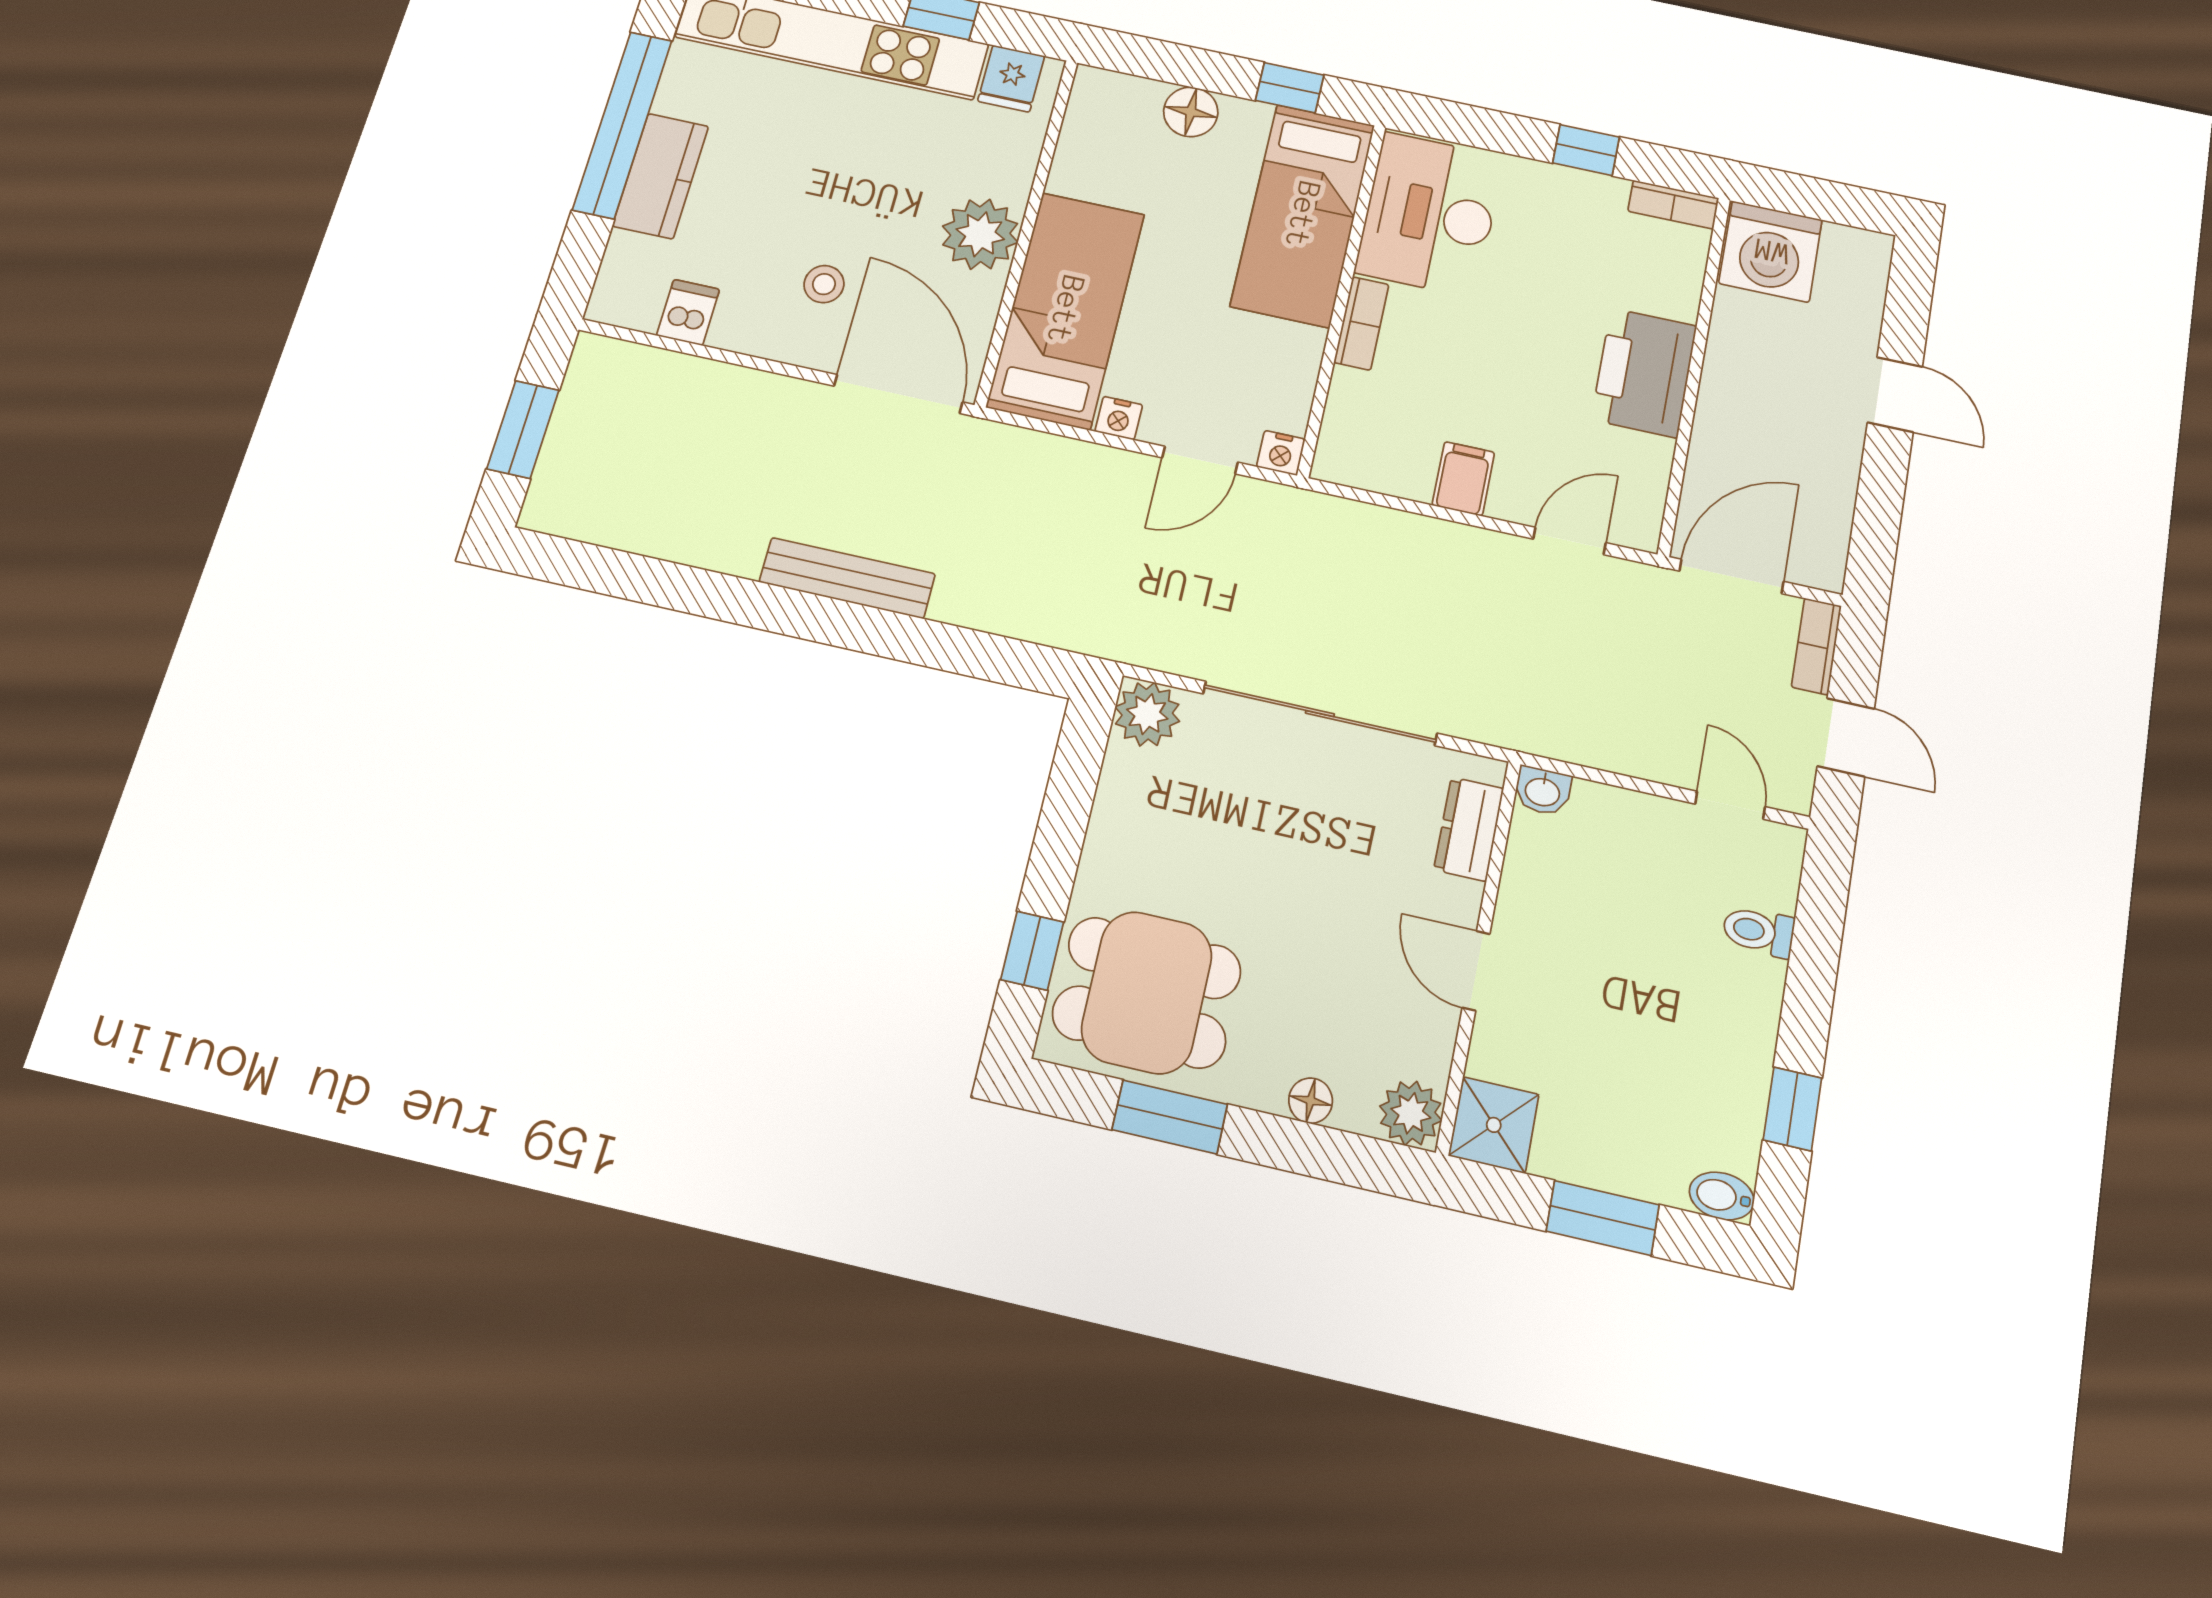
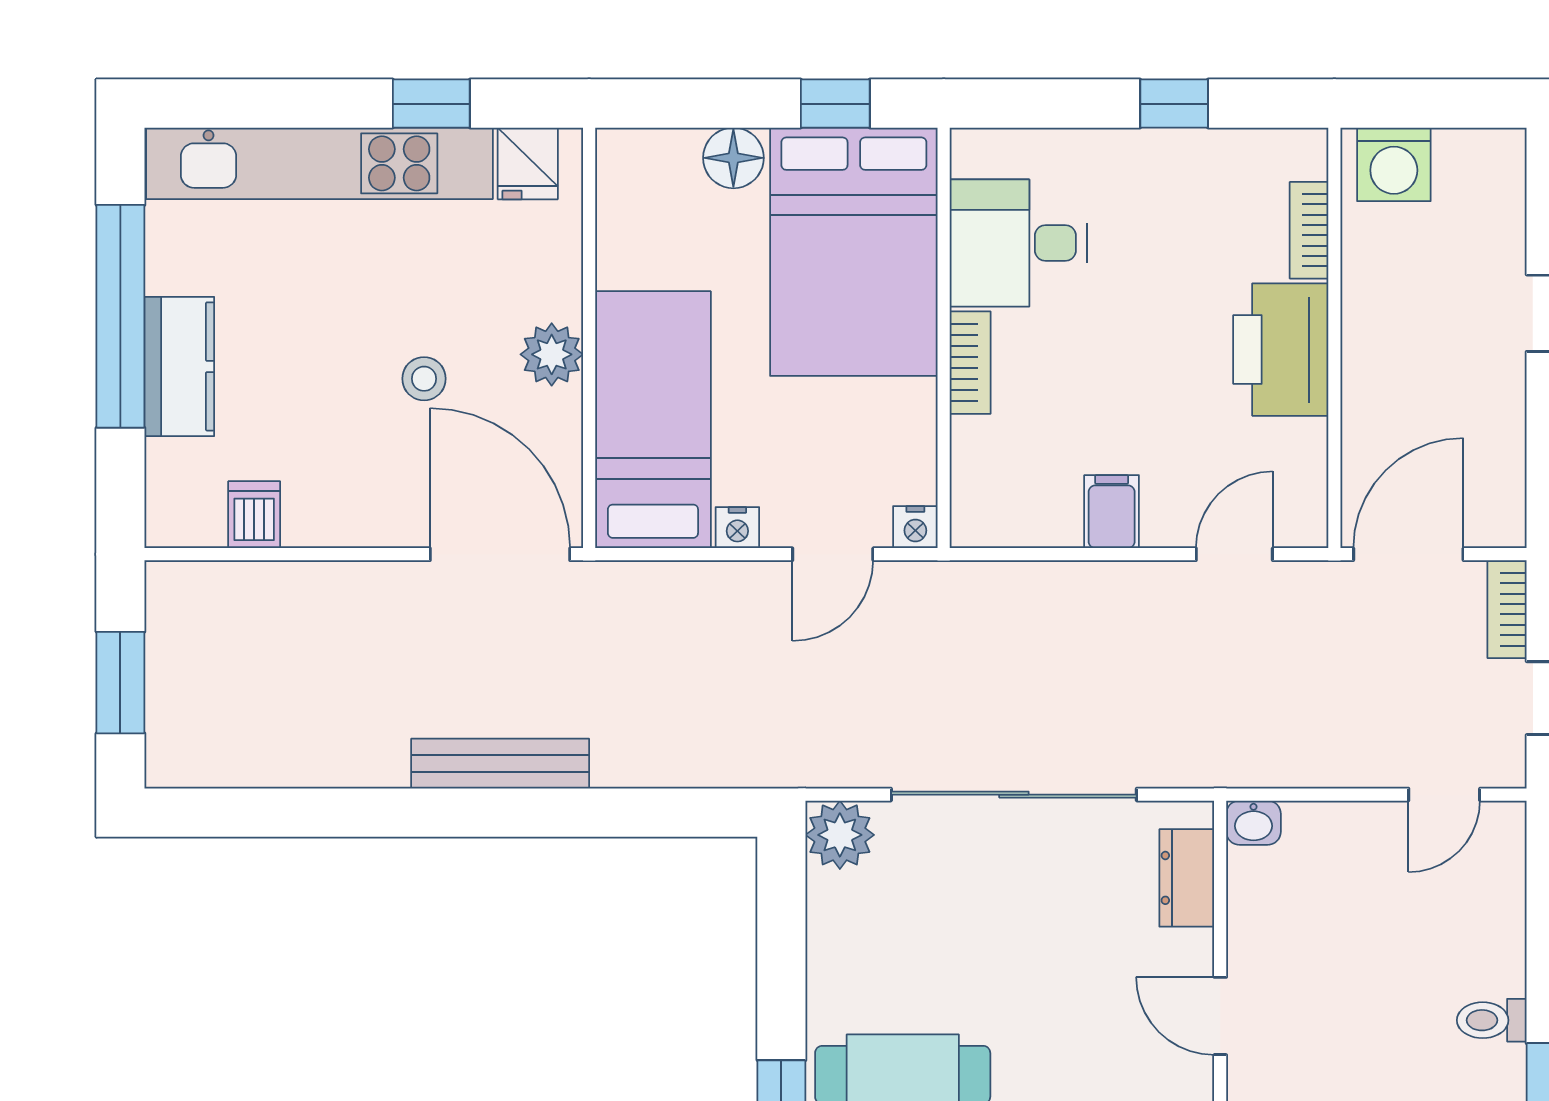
bookcase: (1673, 205) -> (1309, 230), moved, turned 90
desk: (1430, 214) -> (1018, 243), width x0.73
bed: (1303, 215) -> (854, 252), width x1.50
plant: (980, 234) -> (552, 354), width x0.73, depth x0.73
washing machine: (1770, 251) -> (1394, 164), width x0.73, depth x0.73
stool: (824, 284) -> (424, 379), moved
door: (1730, 805) -> (1444, 795), swing flipped
toilet: (1758, 931) -> (1492, 1020), moved

